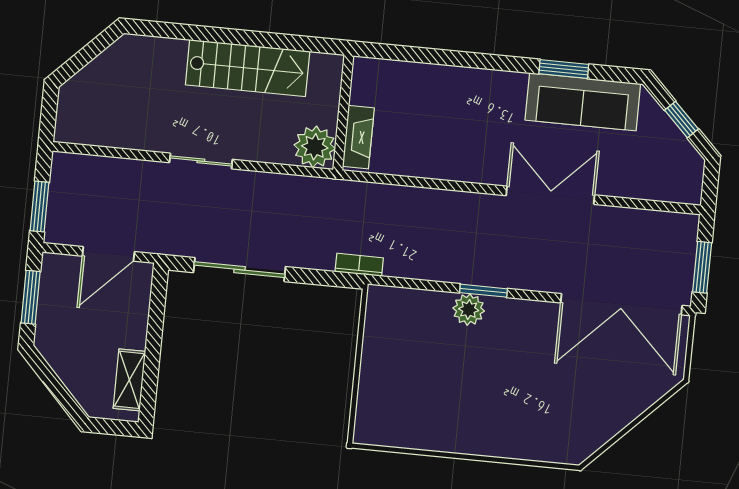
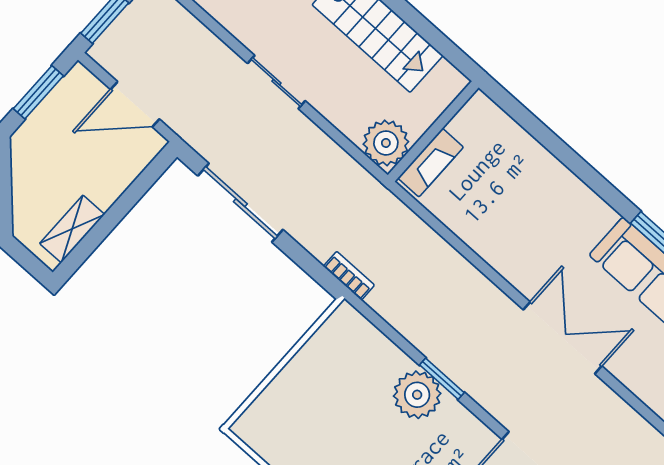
plant: (469, 310) -> (417, 395), width x1.36, depth x1.36

